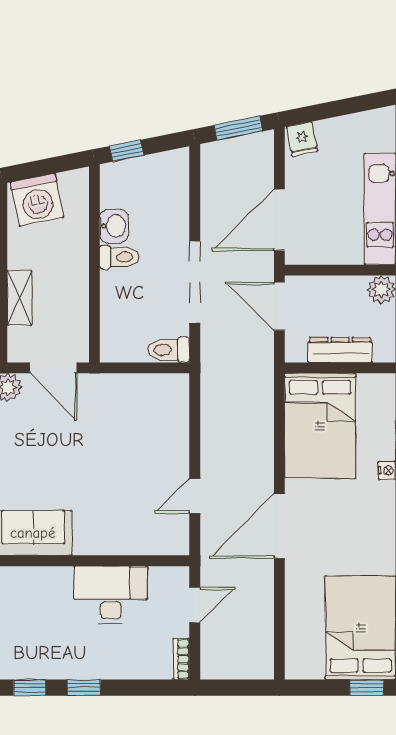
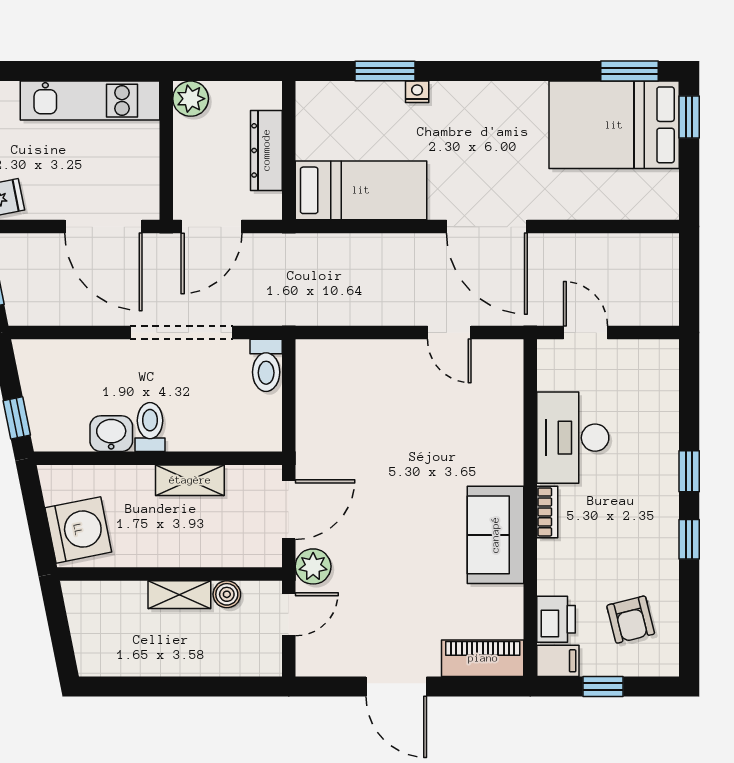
shelving: (19, 298) -> (190, 480), moved
bed: (320, 426) -> (361, 190), width x0.67
bookcase: (181, 659) -> (547, 512), moved, turned -90

